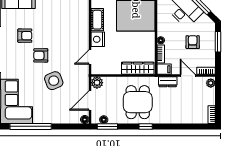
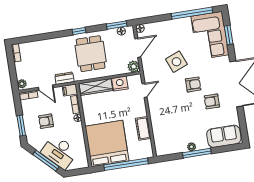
nightstand: (98, 39) -> (120, 84), moved, turned -90
armchair: (193, 42) -> (46, 121), turned 90

